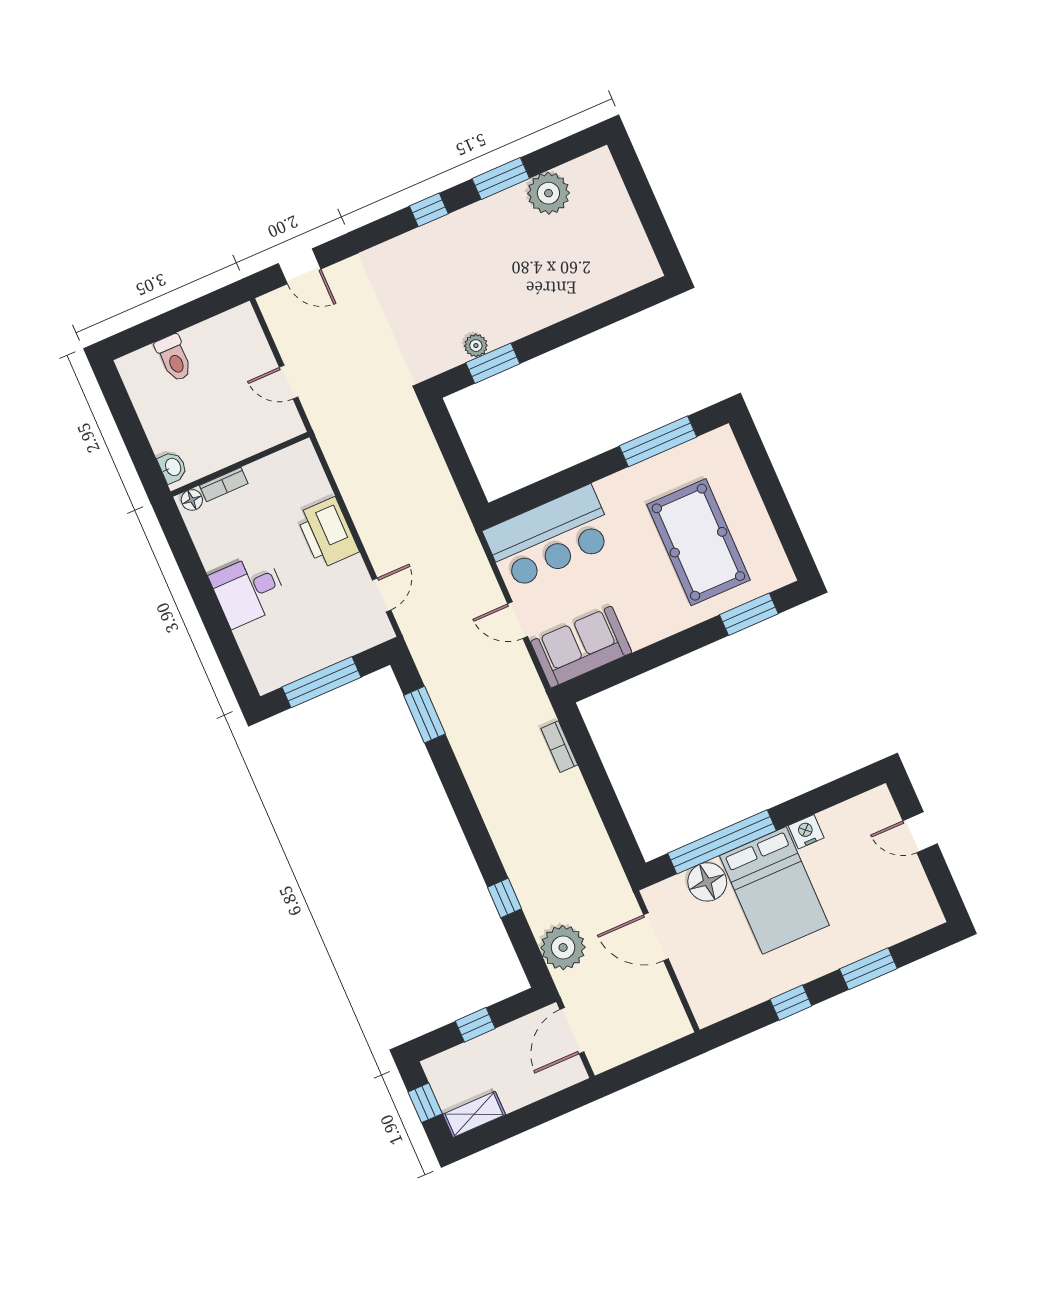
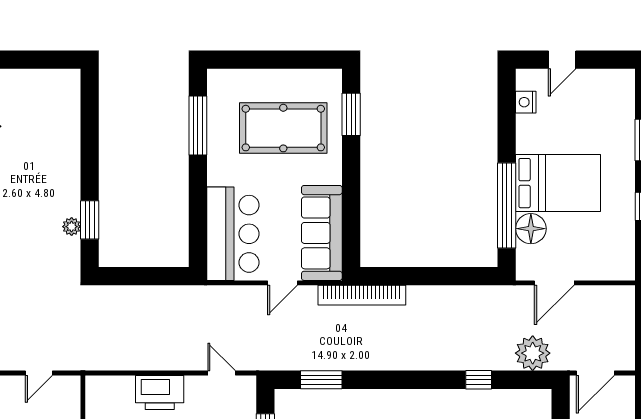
sofa: (581, 647) -> (322, 233), width x1.36
bookcase: (559, 747) -> (362, 295), width x2.31, depth x1.31
nightstand: (806, 832) -> (526, 102), moved
door: (572, 1031) -> (595, 373), hinge flipped

